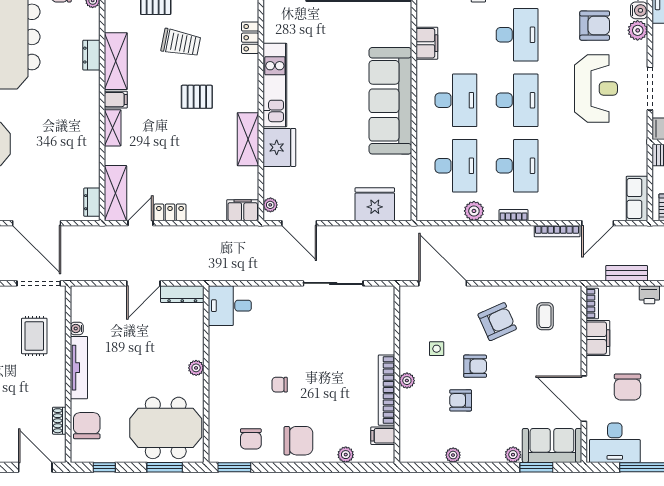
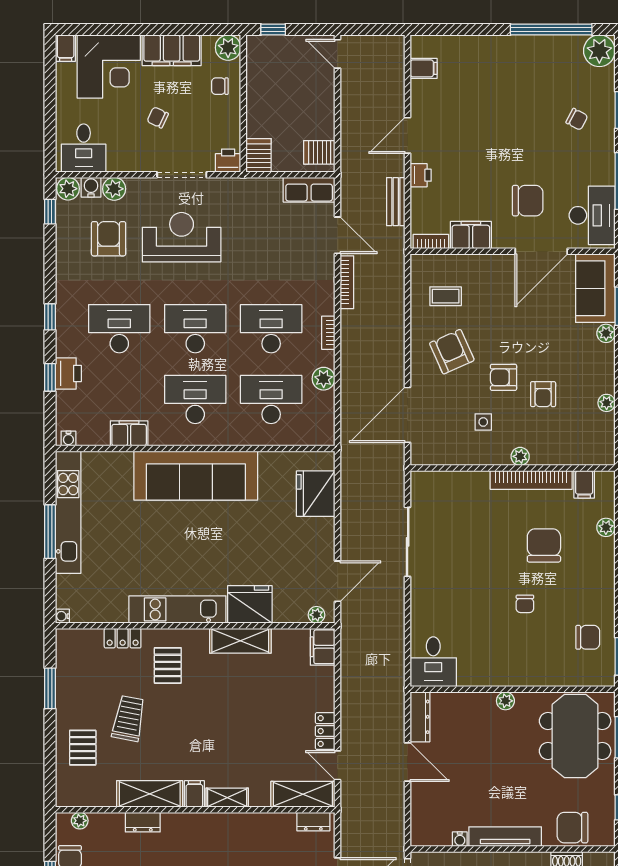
pallet: (197, 97) -> (168, 665), moved
armchair: (475, 366) -> (504, 377), turned -90
chair: (298, 441) -> (544, 545), moved

